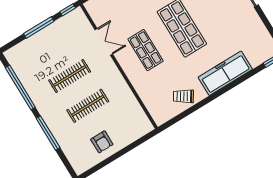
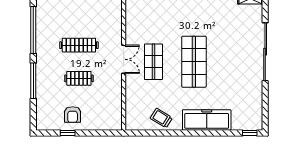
double door: (104, 42) -> (124, 59), moved
clothes rail: (88, 106) -> (79, 78), width x0.73
window: (108, 161) -> (68, 133), added

